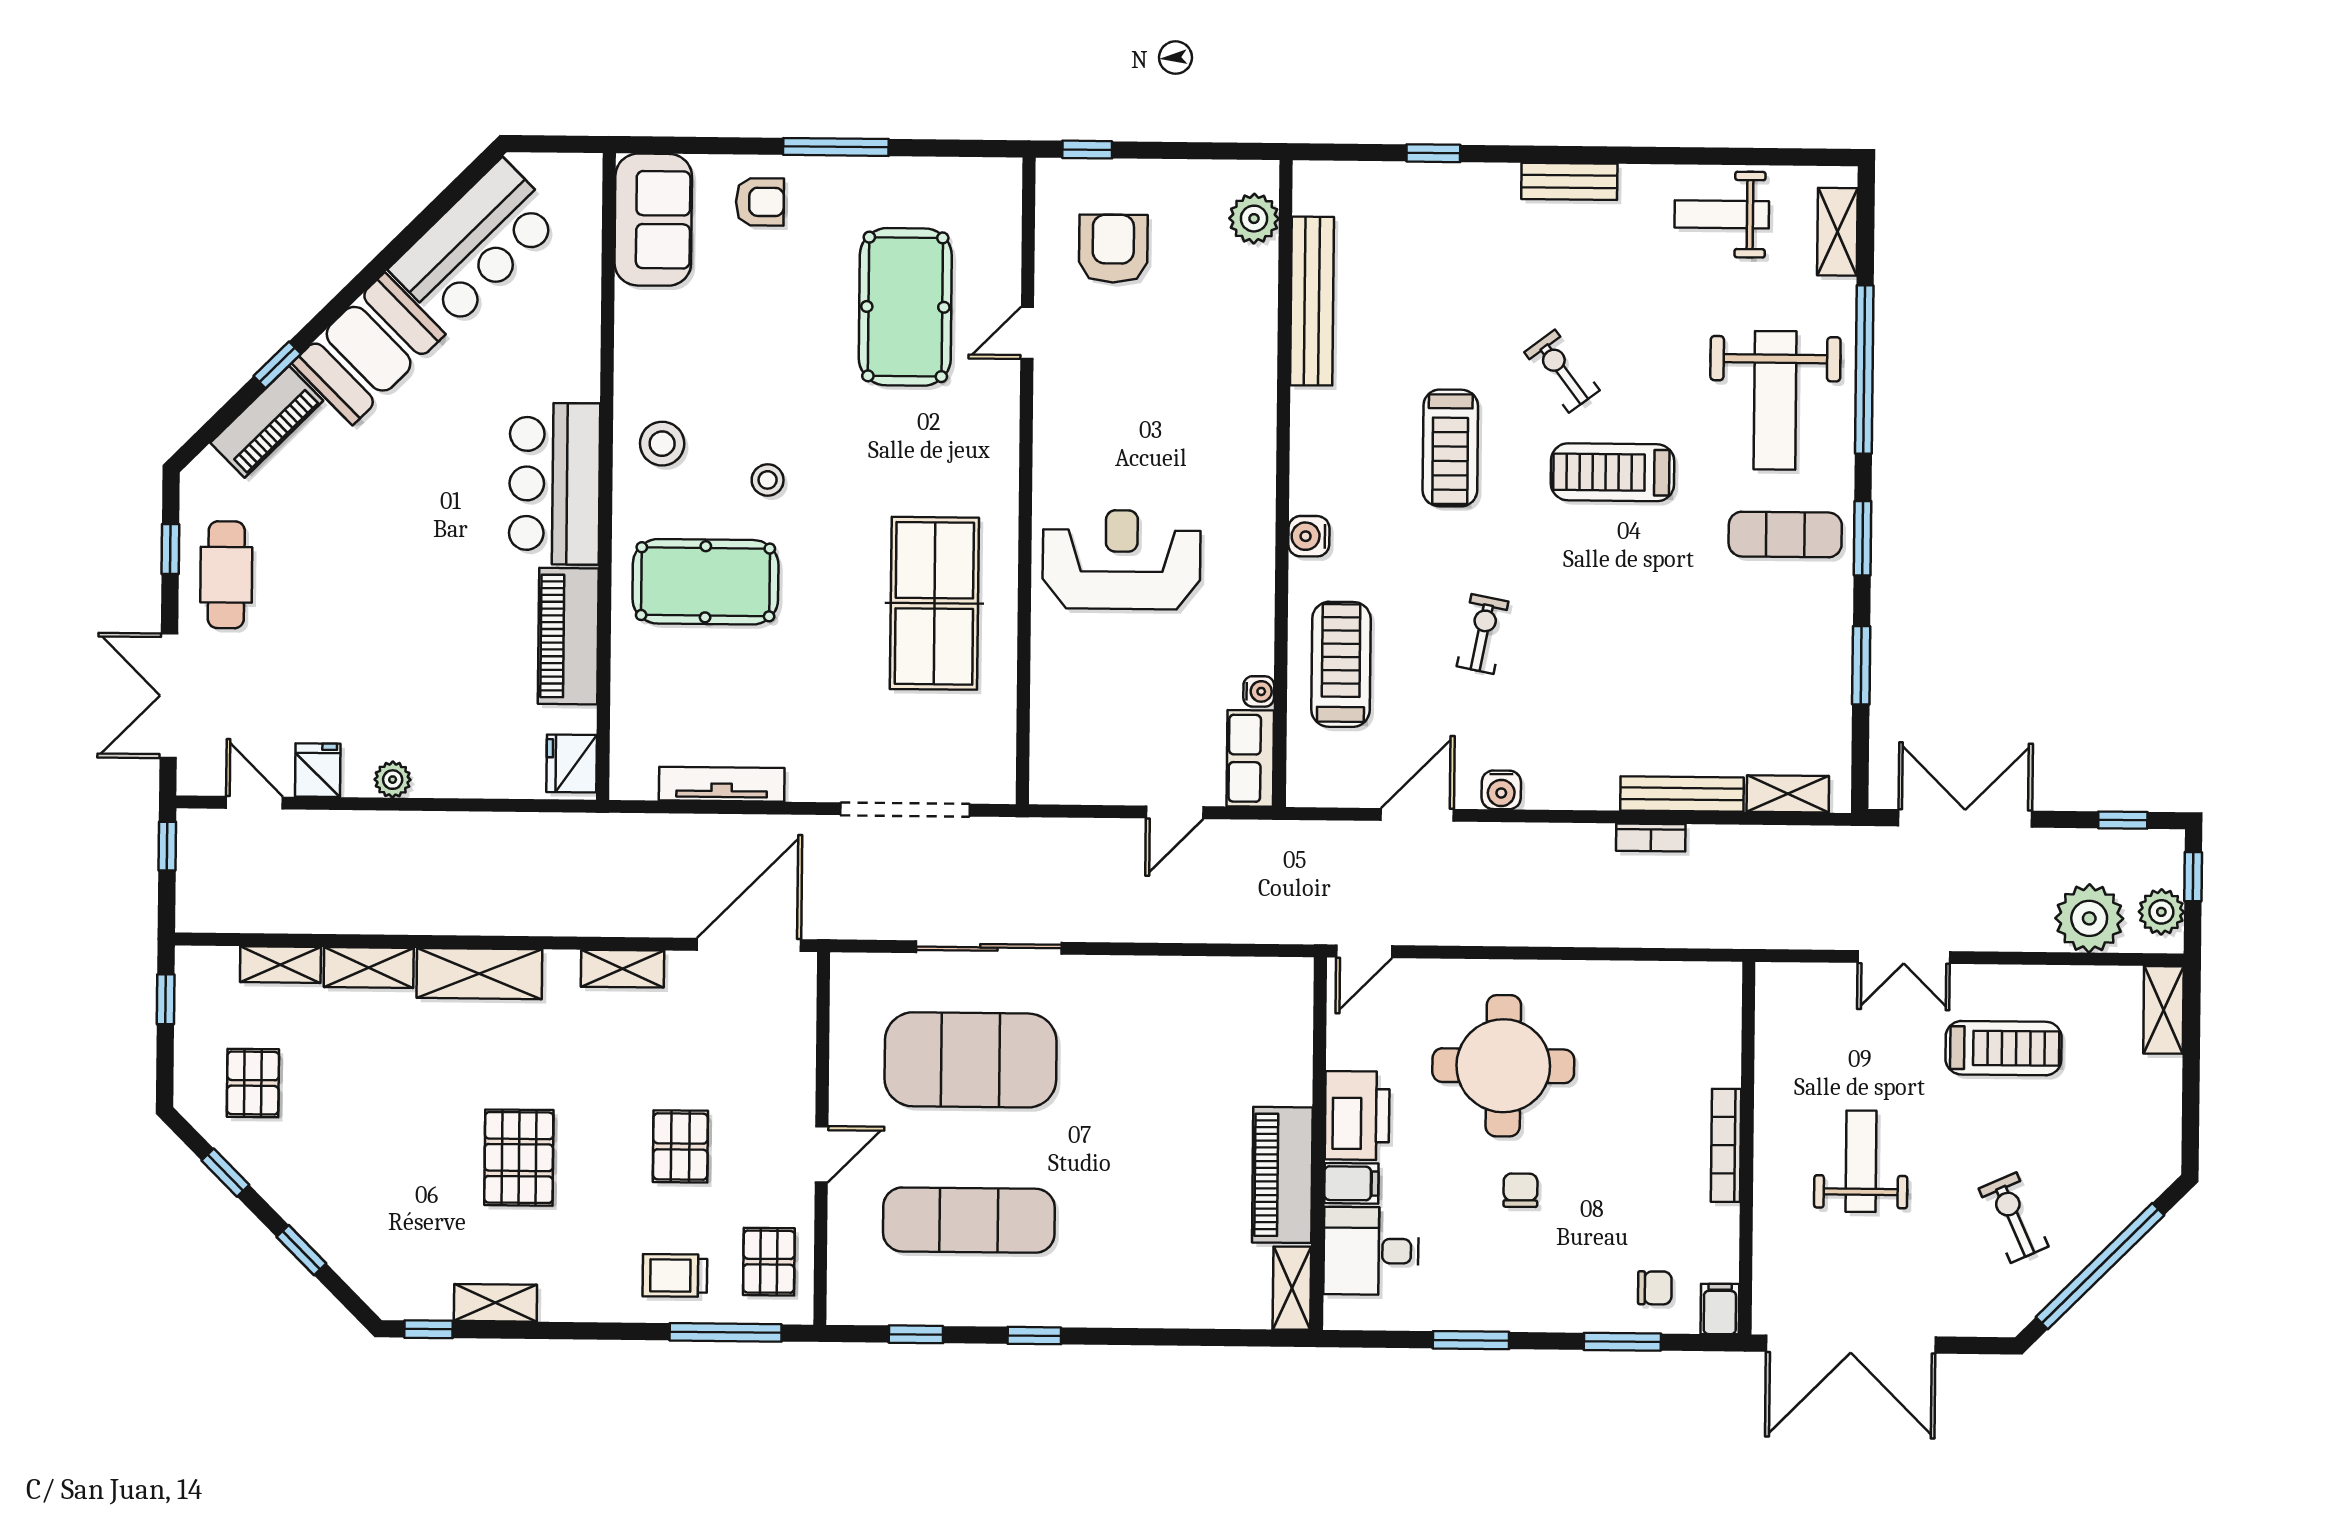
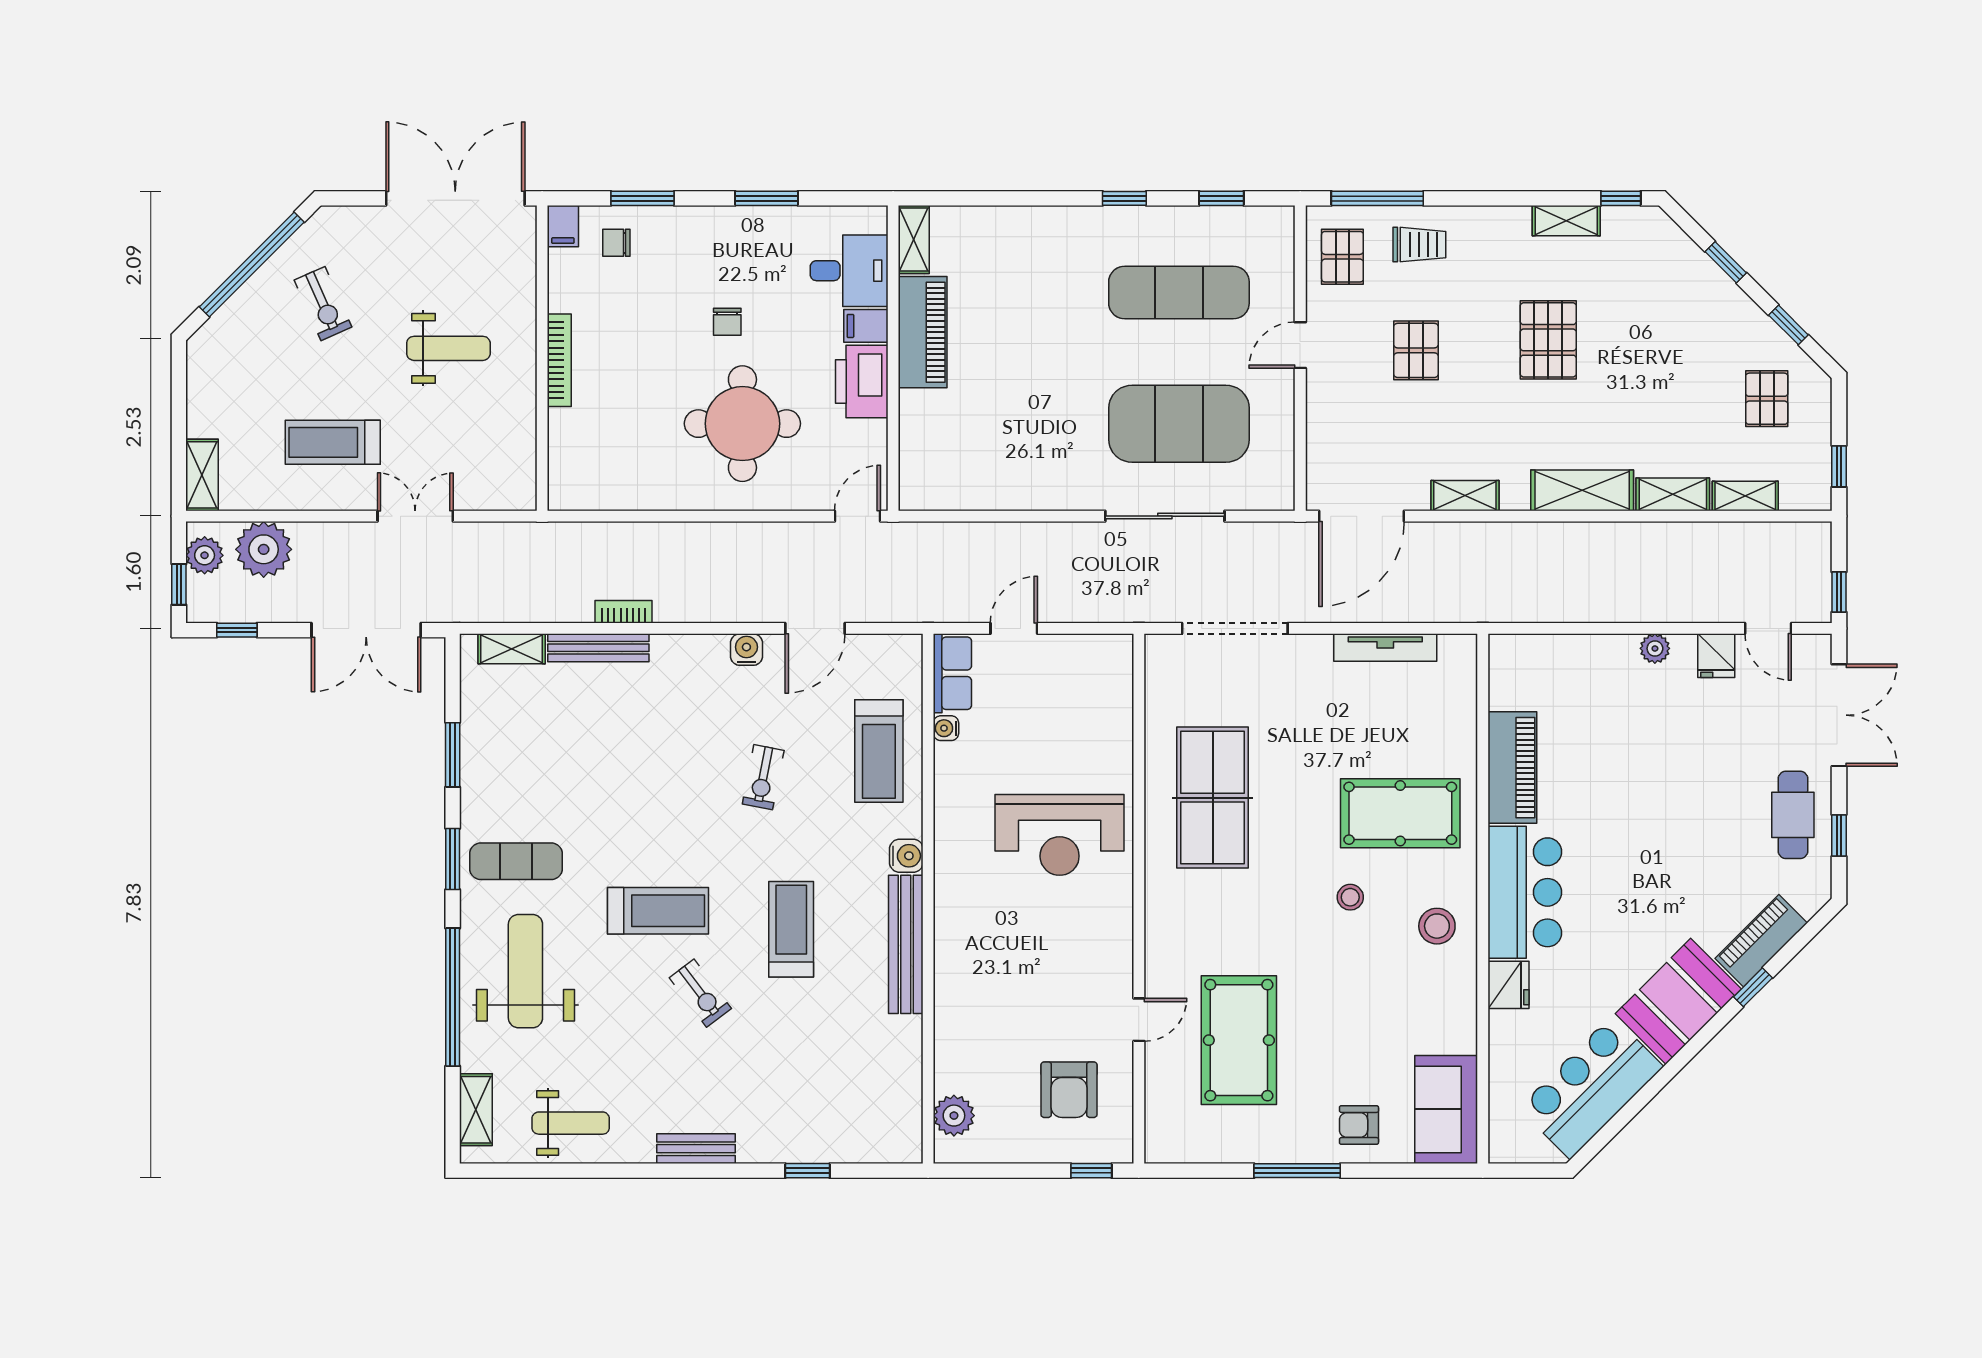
bench: (1312, 301) -> (906, 944), moved
fridge: (572, 763) -> (1508, 985), moved
weight bench: (1861, 1161) -> (448, 348), turned -90

